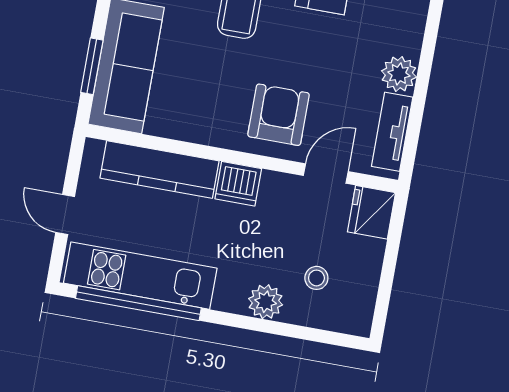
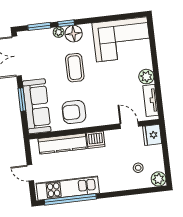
window: (92, 66) -> (22, 100), moved
armchair: (278, 115) -> (74, 112), moved, turned -90
door: (326, 174) -> (129, 125), hinge flipped
plant: (266, 302) -> (159, 179), moved

